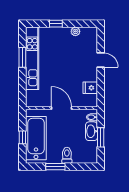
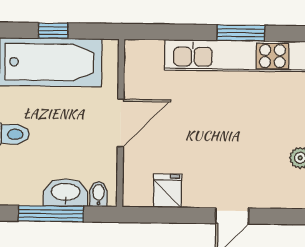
window: (101, 137) -> (51, 214), width x1.44

